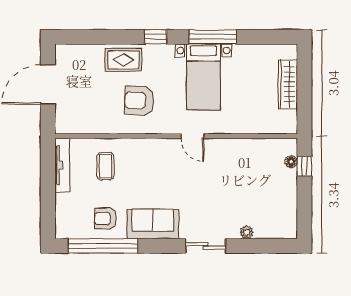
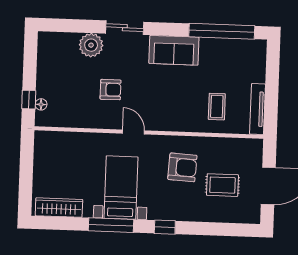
rug: (124, 60) -> (222, 185), moved
wardrobe: (288, 84) -> (59, 208), moved, turned -90
armchair: (106, 218) -> (111, 90), moved
plant: (247, 232) -> (91, 45), width x1.88, depth x1.88

